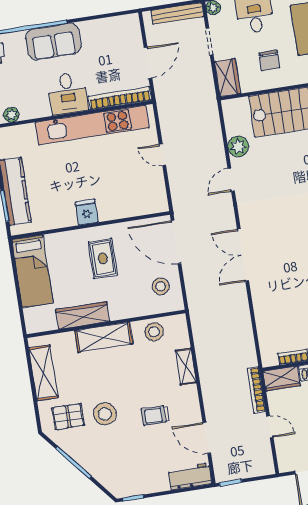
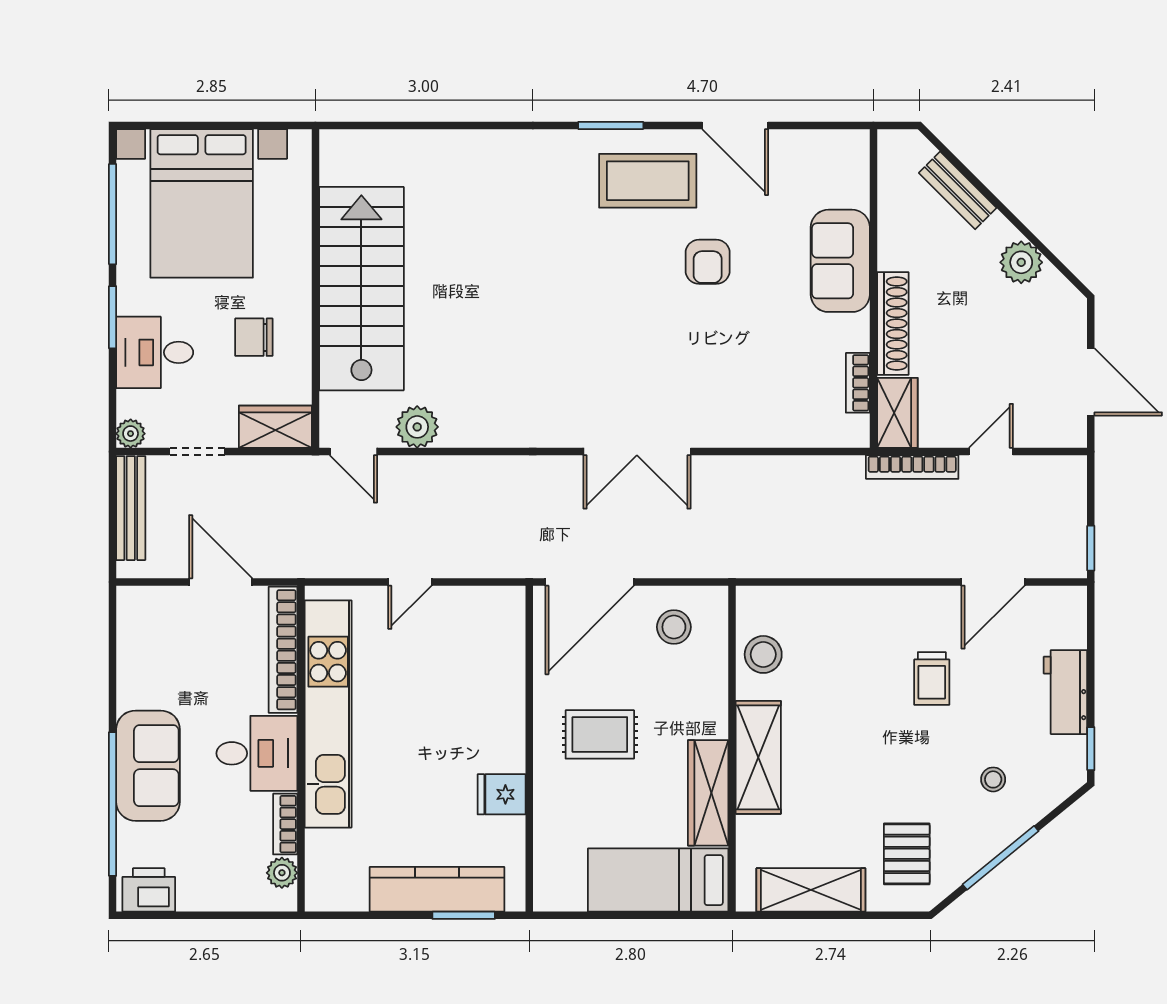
chair: (269, 60) -> (254, 337), turned 180
bookcase: (35, 113) -> (285, 824), added
door: (231, 180) -> (353, 452), moved
fridge: (87, 212) -> (502, 794), moved
bed: (32, 271) -> (658, 880), moved, turned 180
shelving: (186, 367) -> (843, 602), removed
stool: (105, 414) -> (993, 779), moved, width x0.53, depth x0.53
workbench: (190, 476) -> (1065, 692), moved

